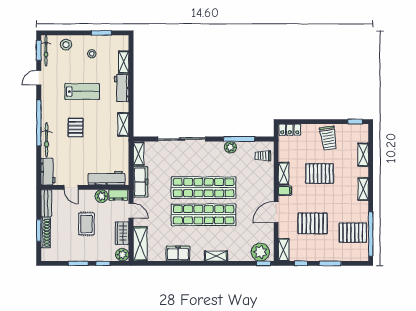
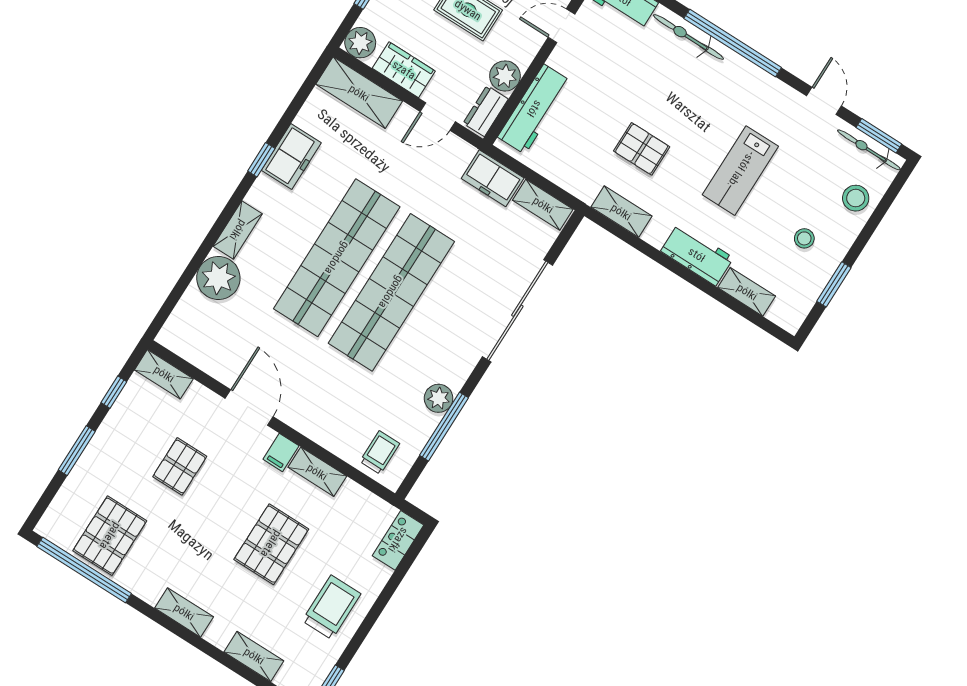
pallet: (76, 127) -> (642, 149), moved
trolley: (328, 138) -> (331, 607), turned 99
freezer: (140, 182) -> (493, 178), width x0.71
pallet: (313, 223) -> (180, 466), width x0.67, depth x0.71
plant: (260, 252) -> (218, 278), moved
window: (264, 263) -> (261, 160), moved

